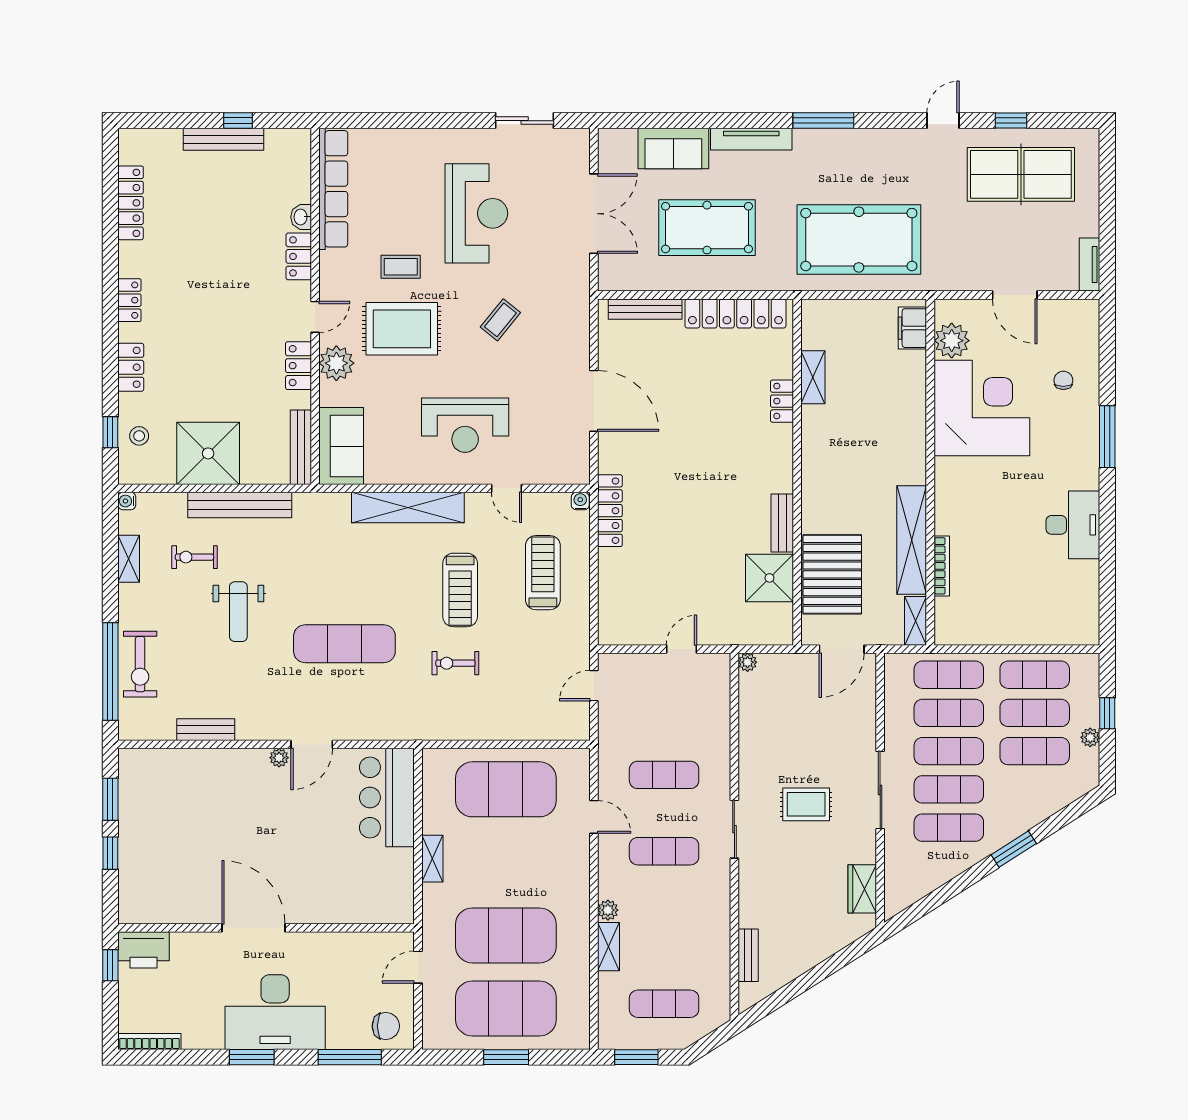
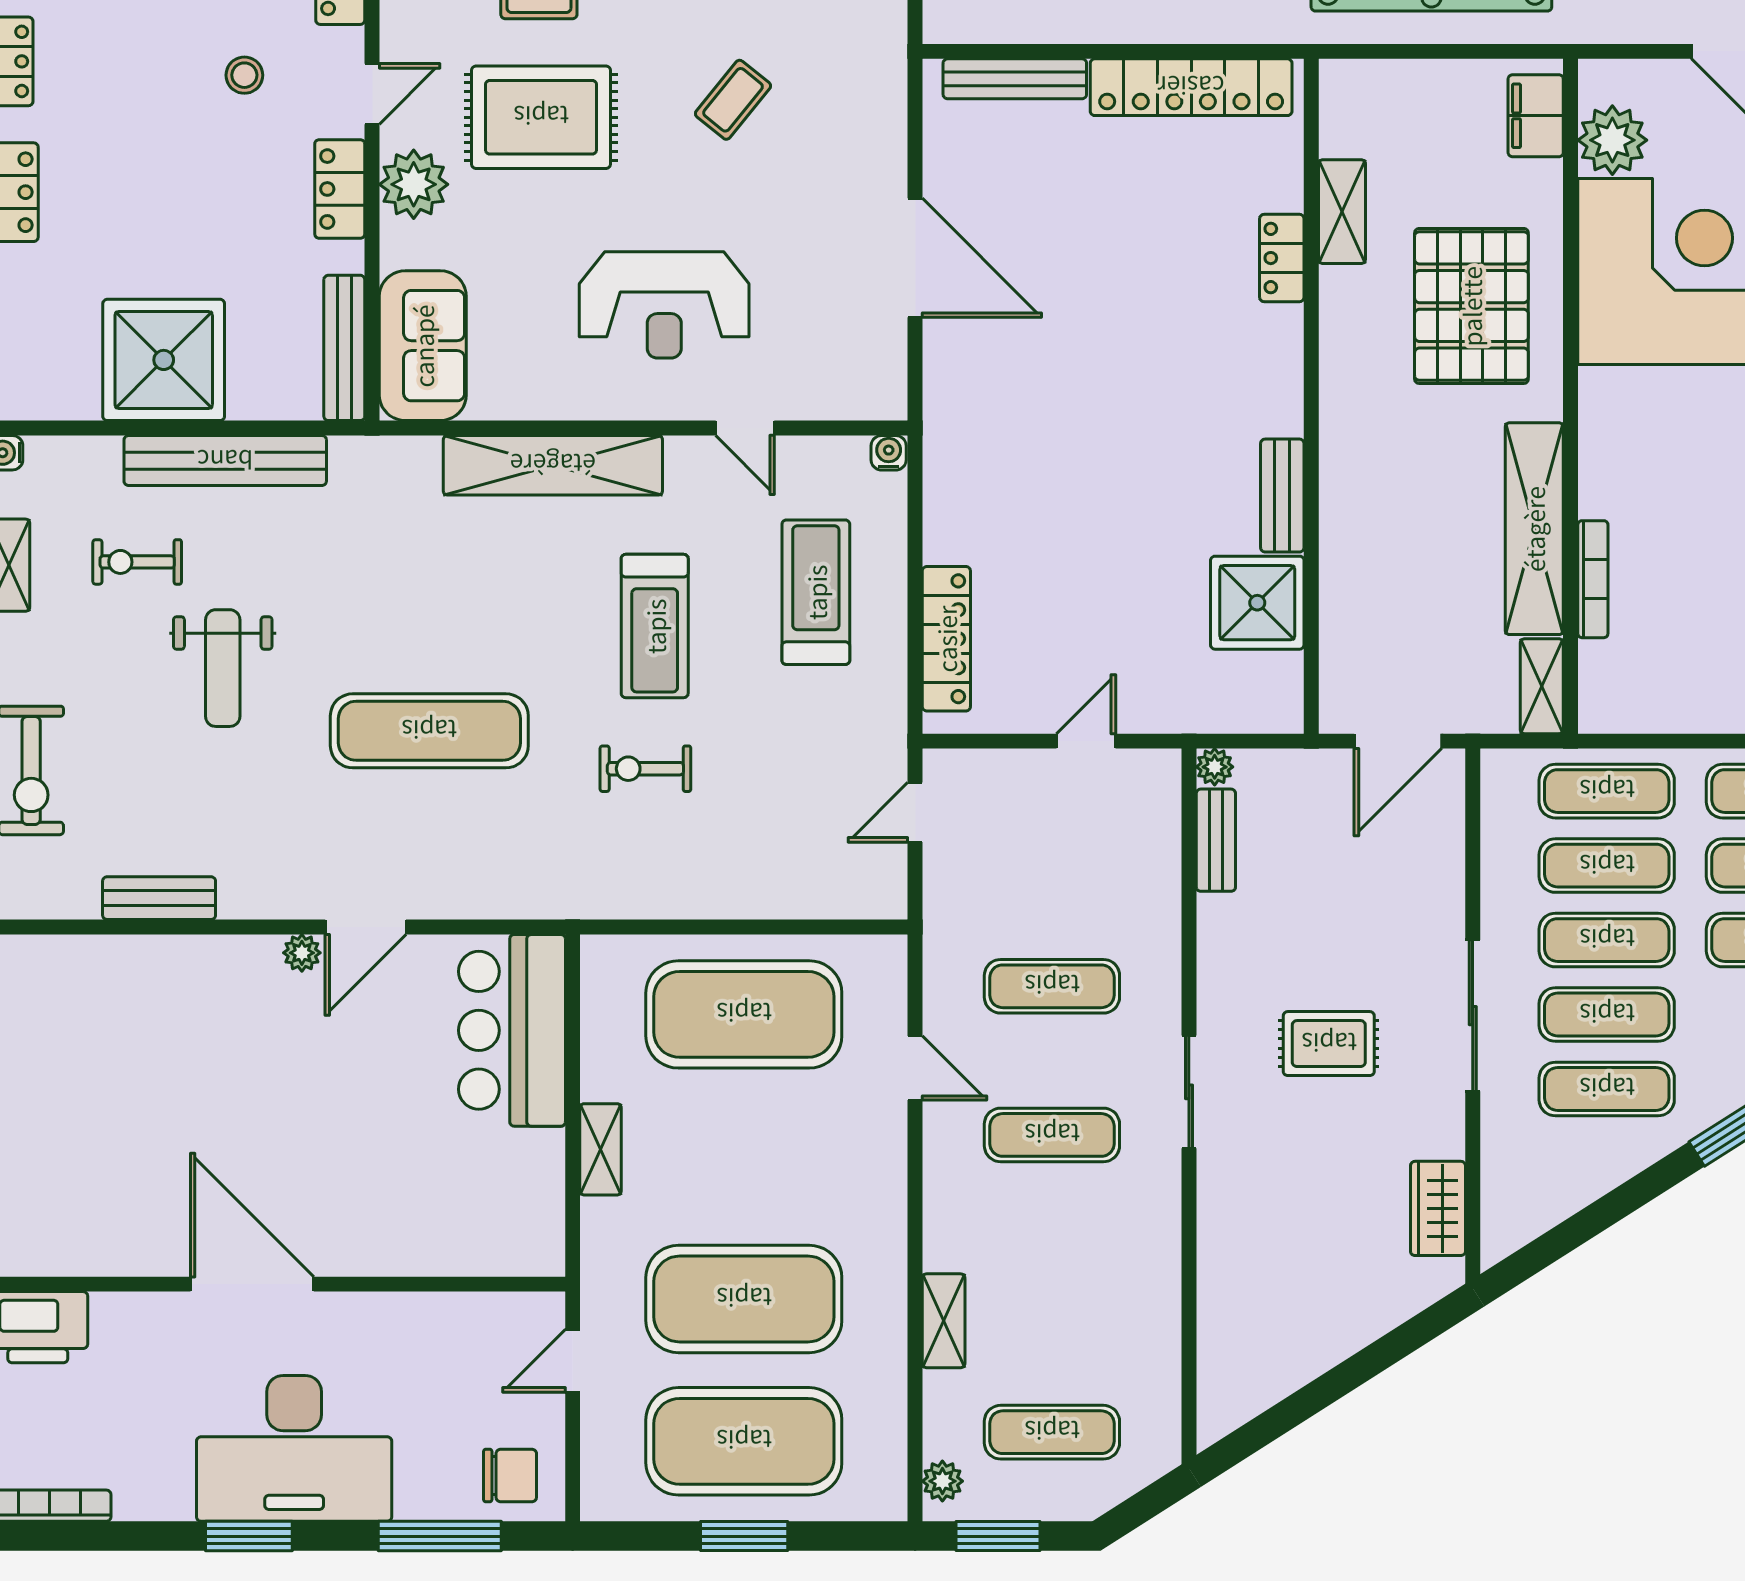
stool: (139, 436) -> (244, 75), moved
locker: (610, 511) -> (946, 639), moved
pallet: (832, 574) -> (1471, 306), moved
plant: (608, 910) -> (942, 1481), moved
bench: (748, 955) -> (1216, 840), moved

